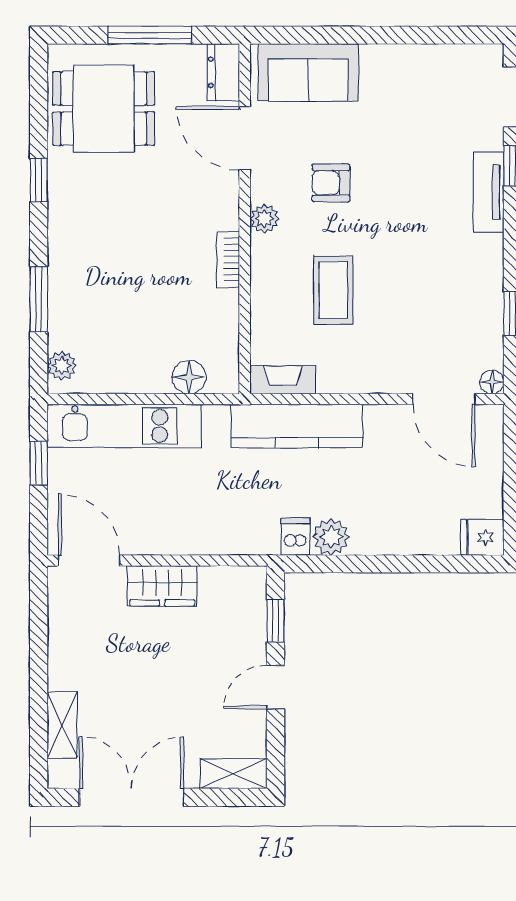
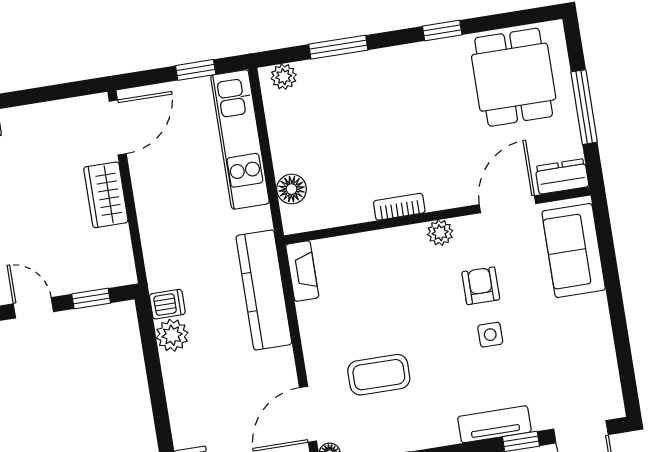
side table: (387, 181) -> (490, 335), added
coffee table: (333, 290) -> (379, 375), moved

